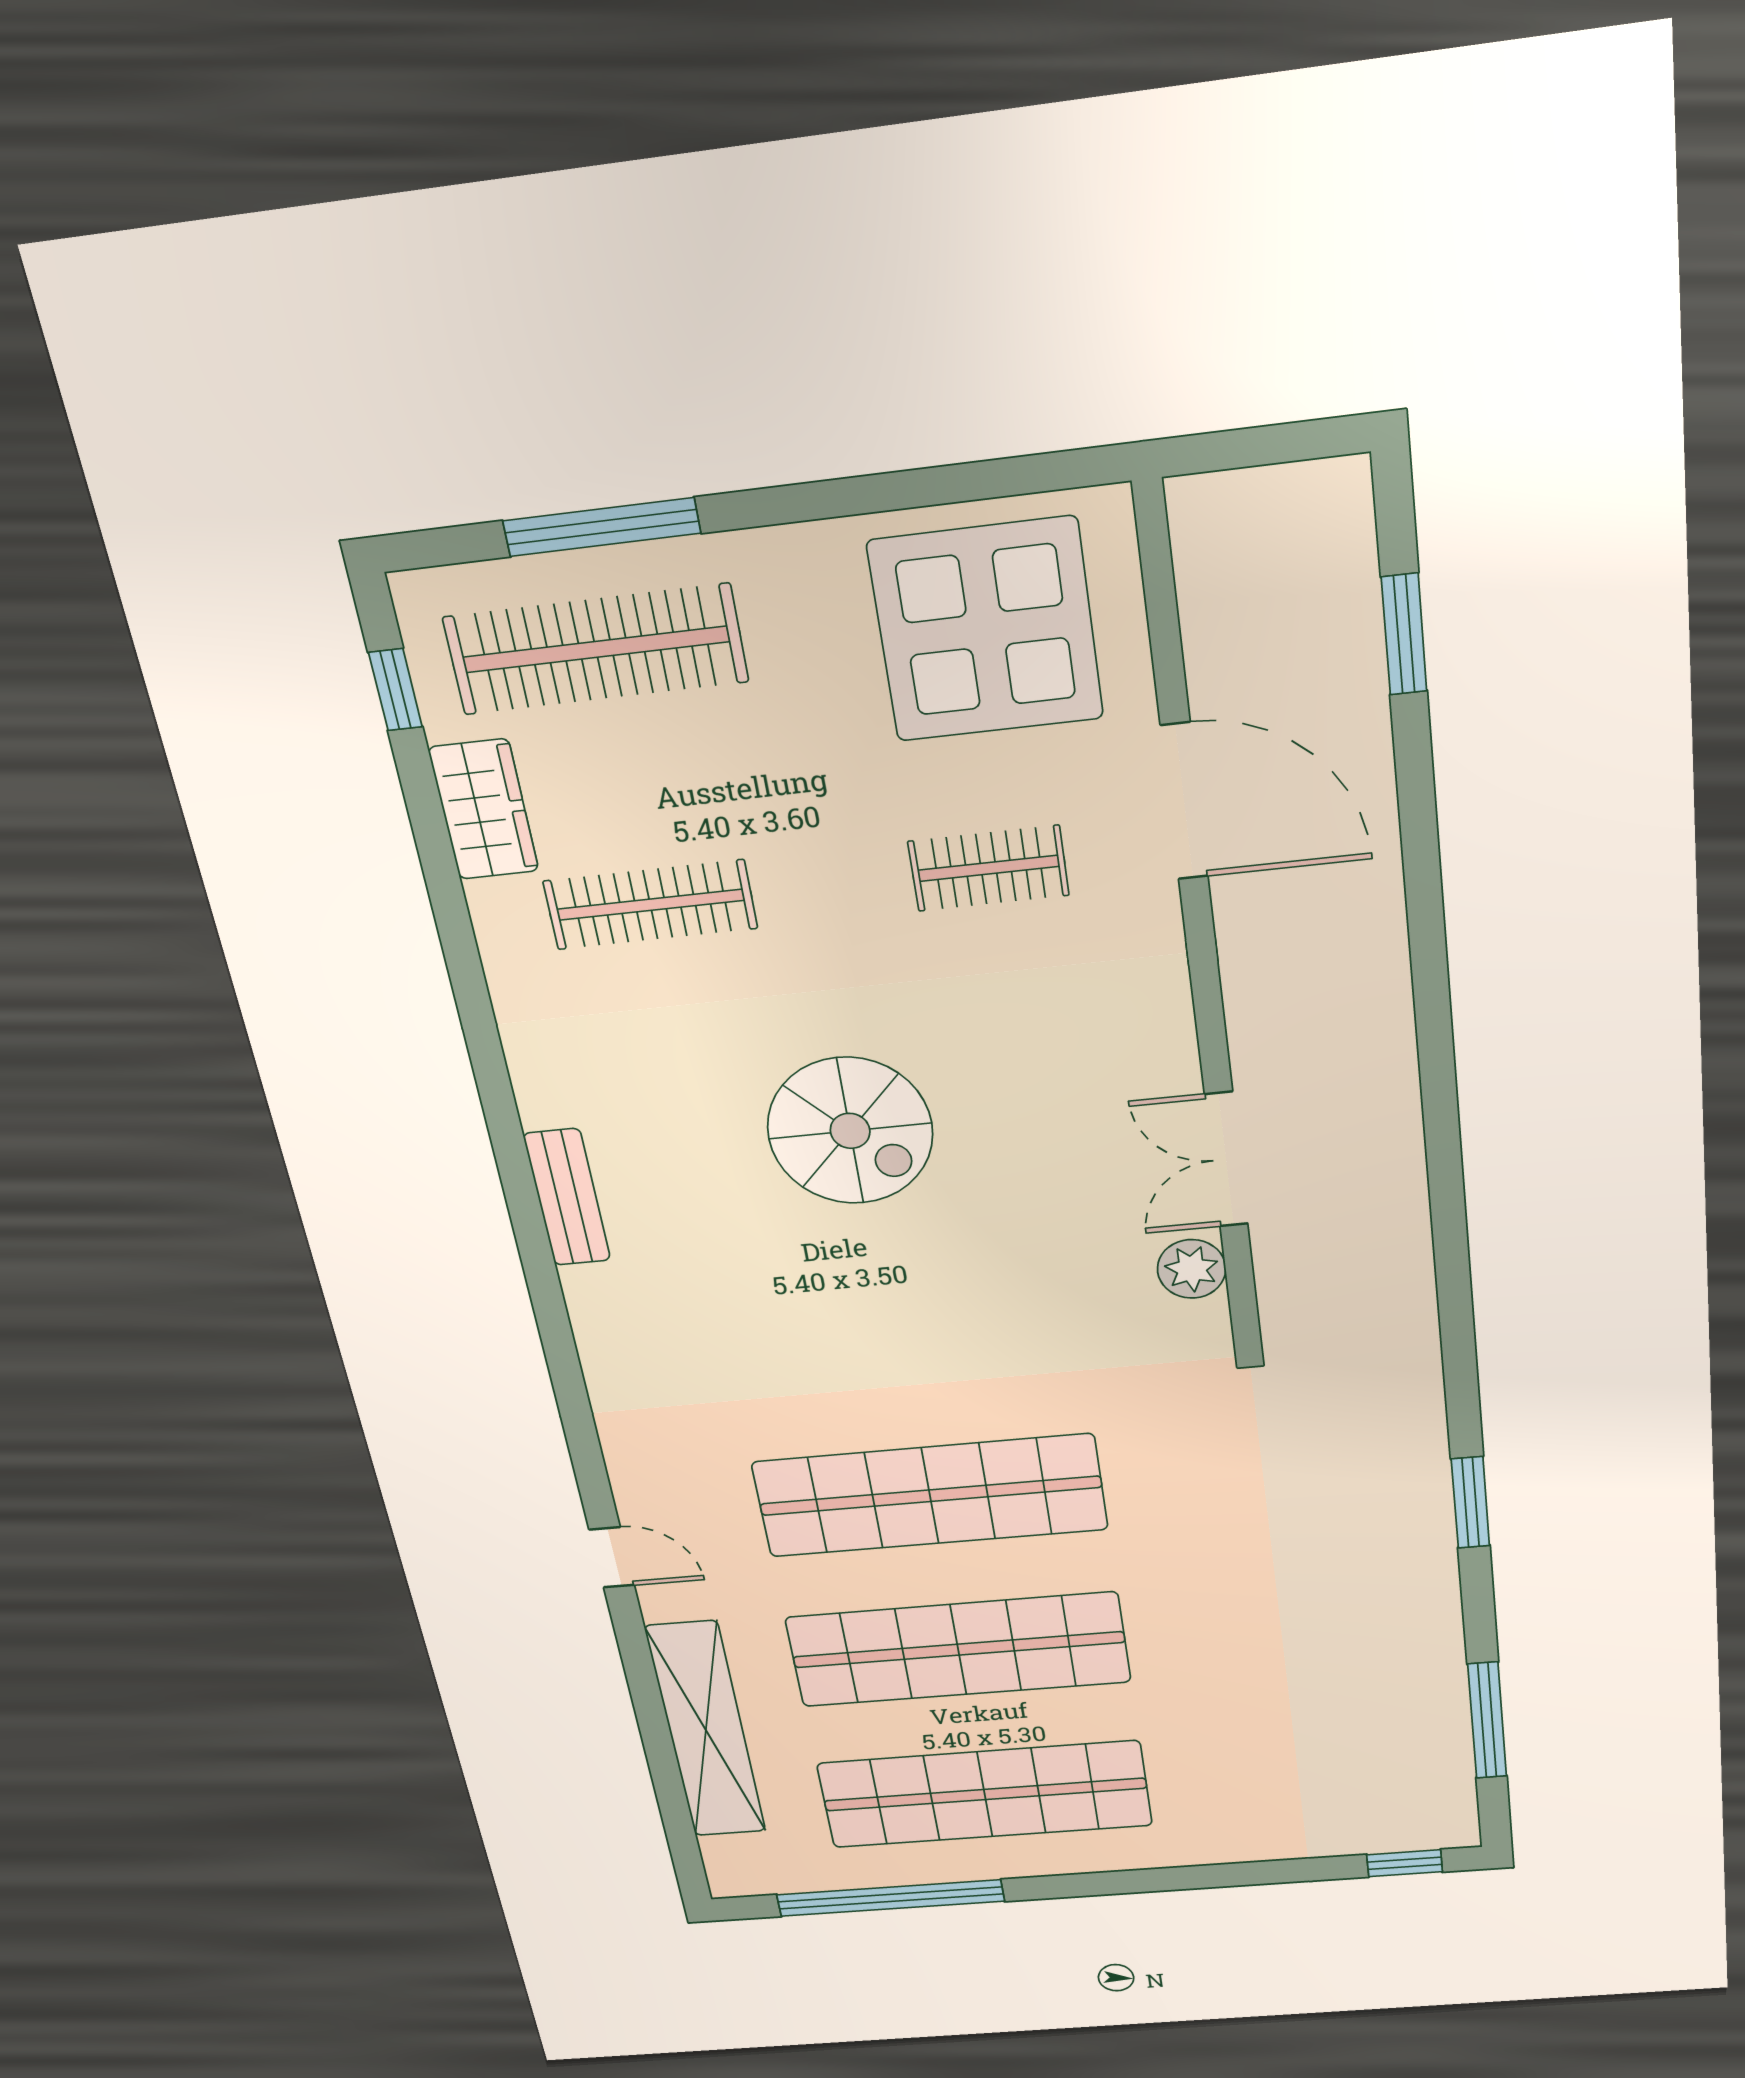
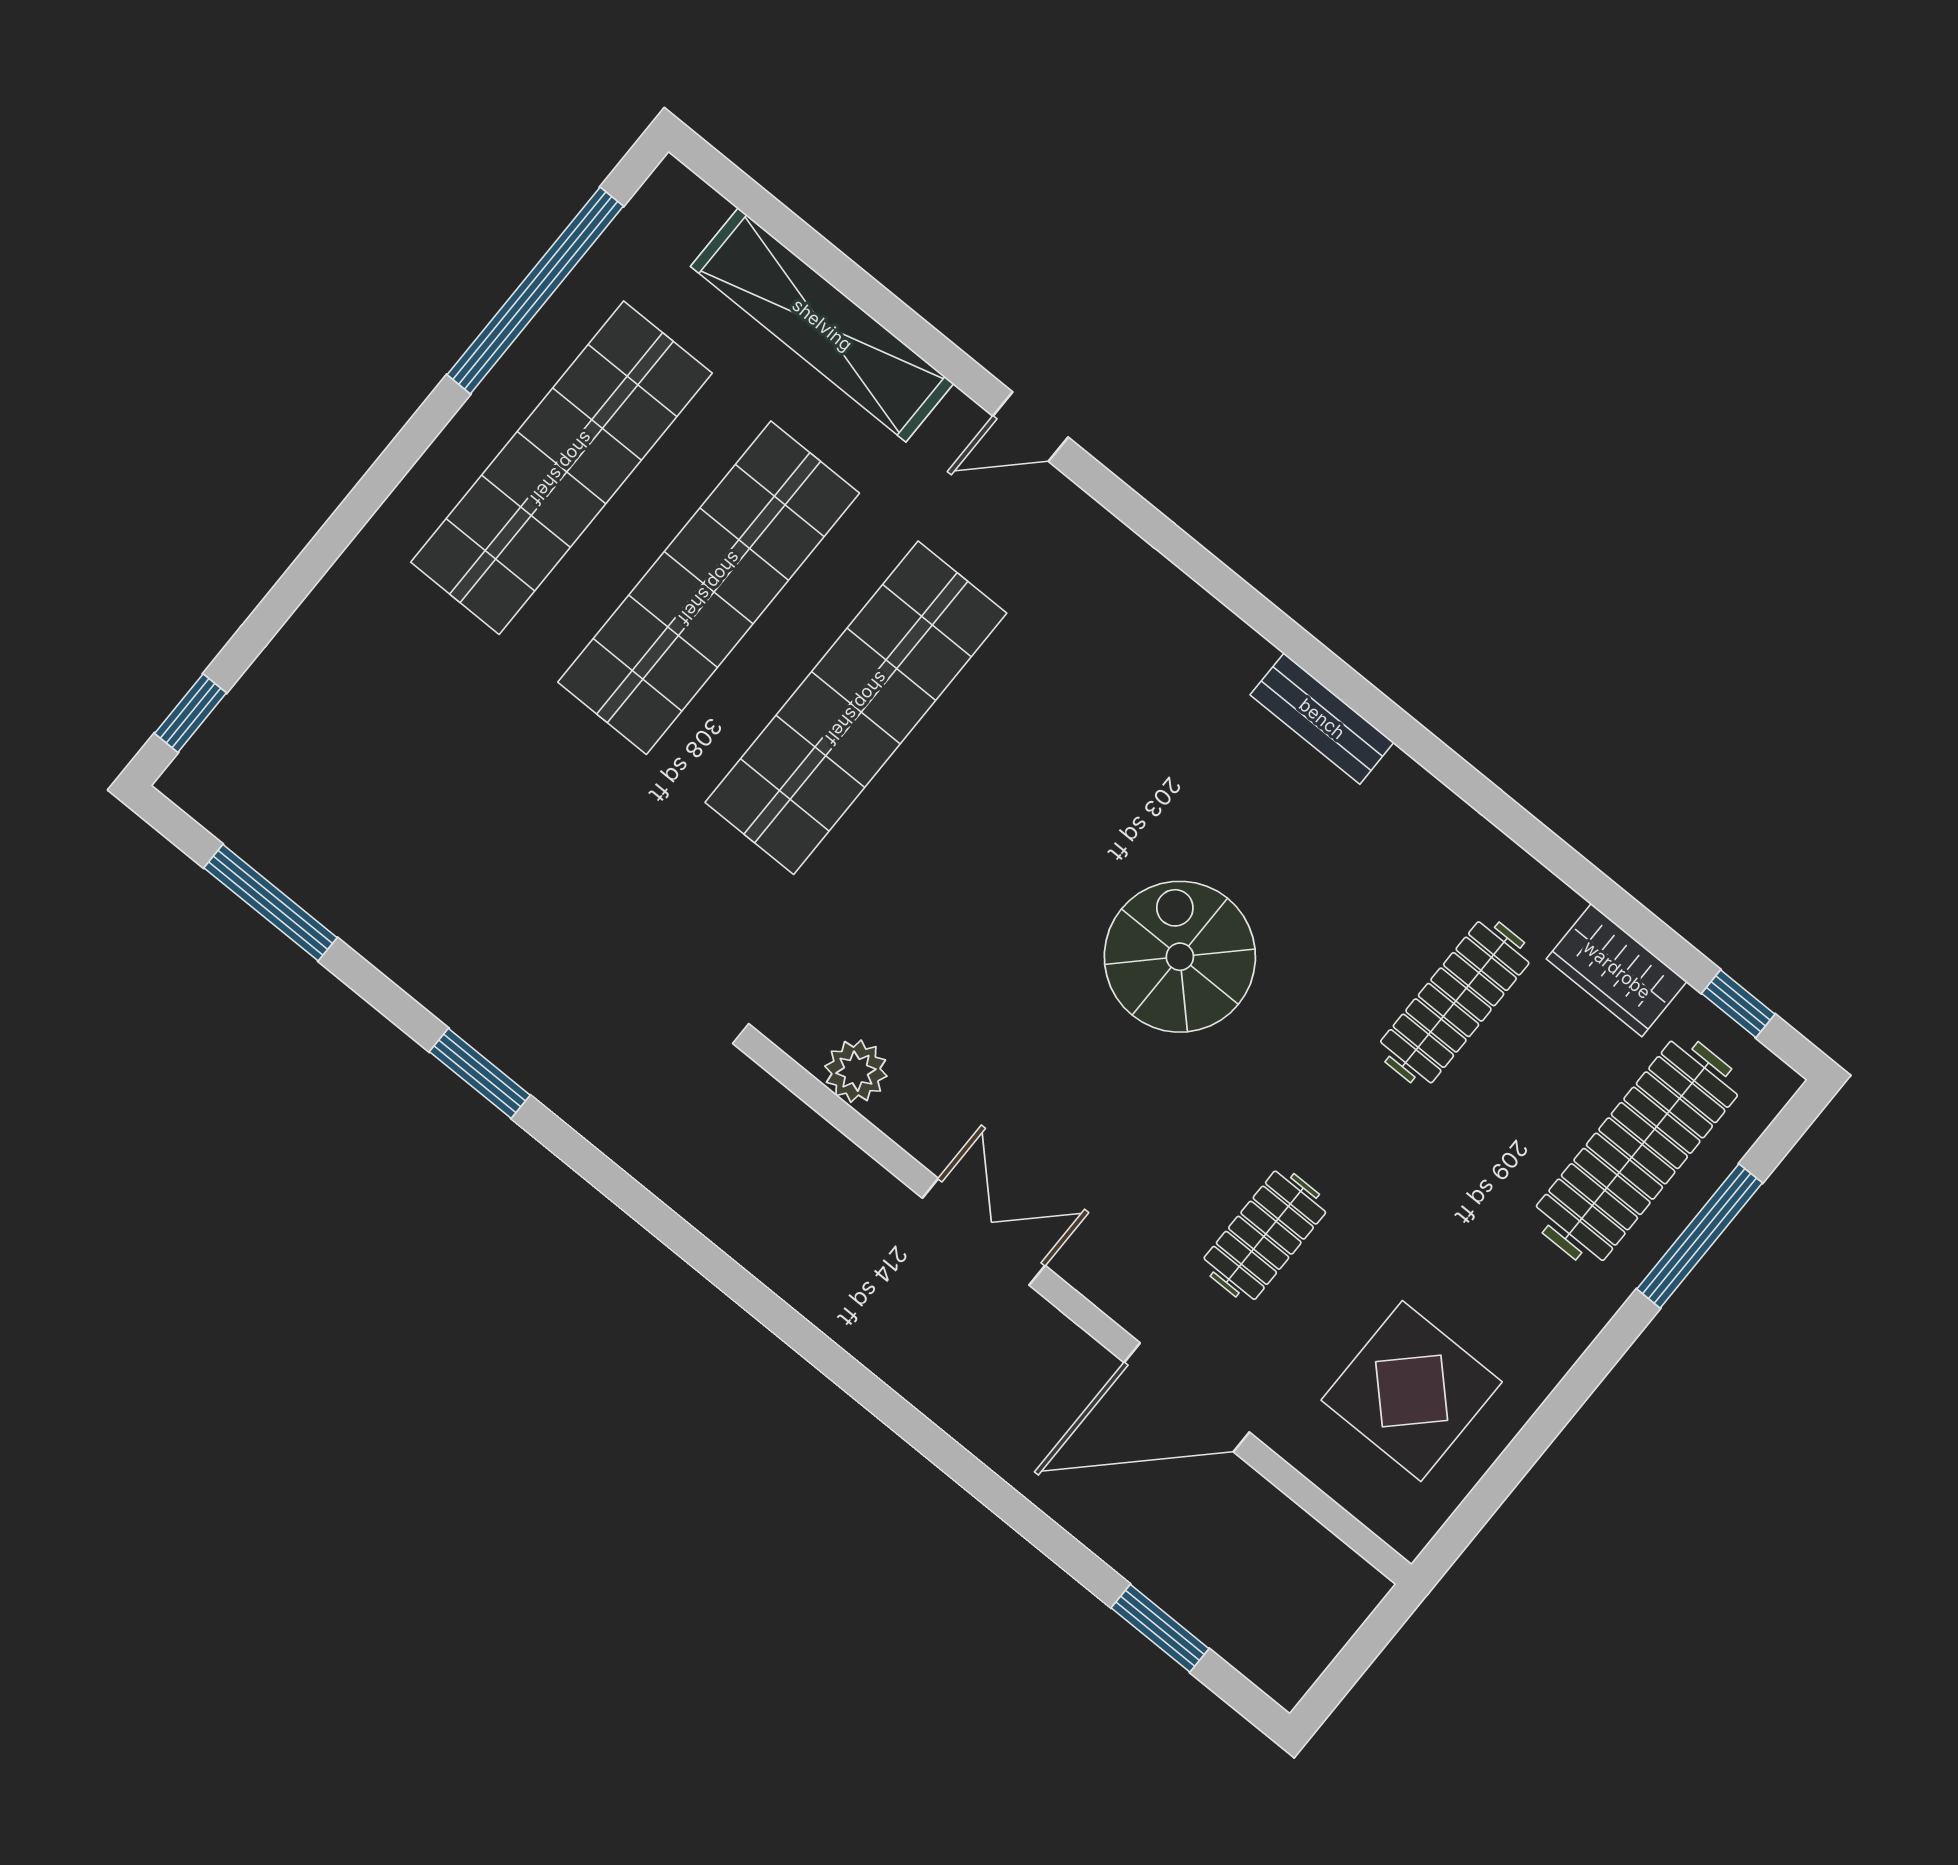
display table: (986, 630) -> (1412, 1391), width x0.73, depth x0.73
spiral stairs: (850, 1131) -> (1180, 957), turned 90
double door: (1226, 1159) -> (984, 1232), moved

